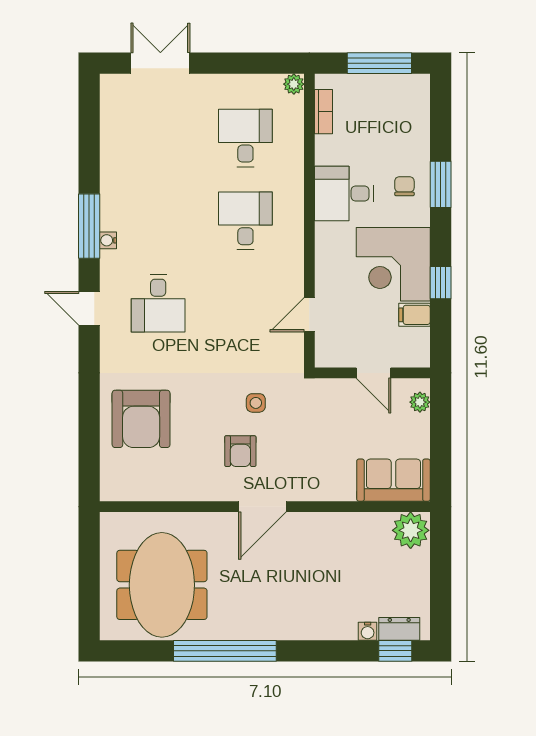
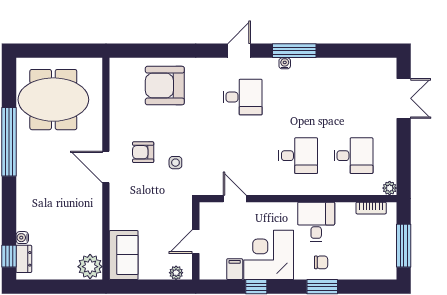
desk: (158, 303) -> (242, 97), turned 180

